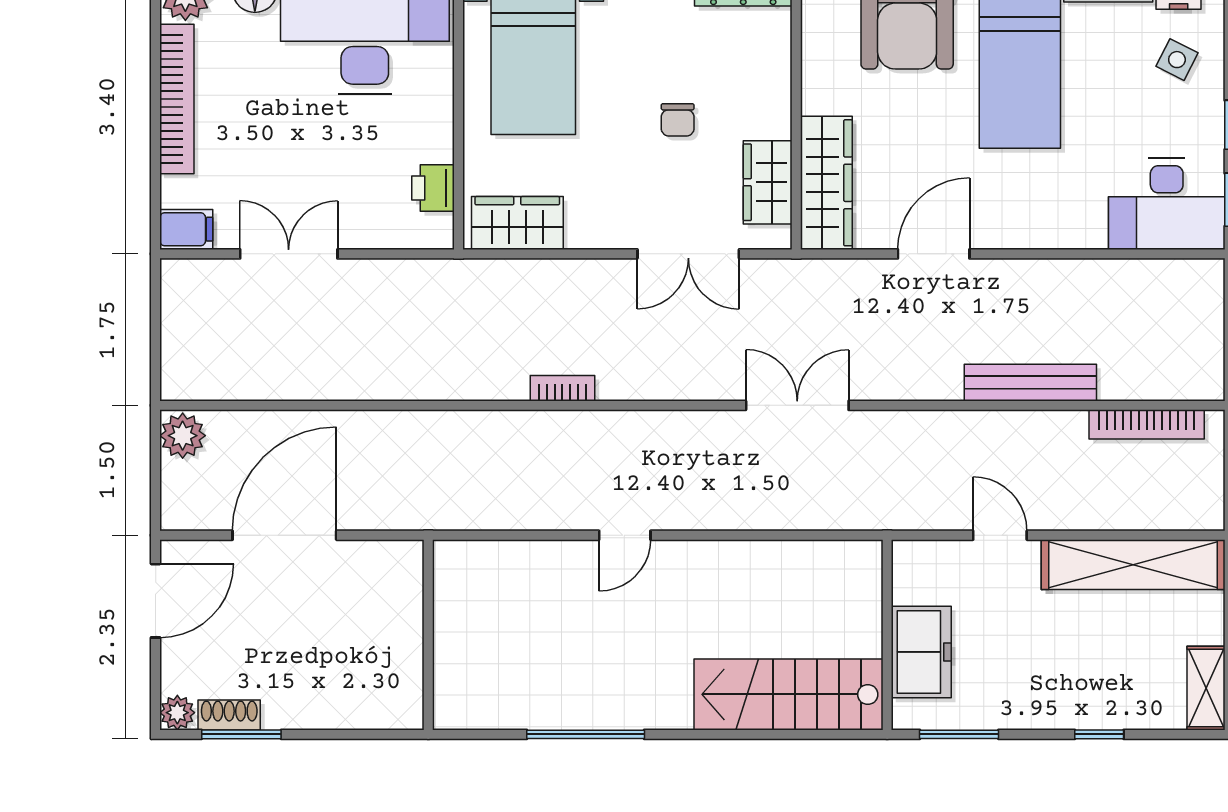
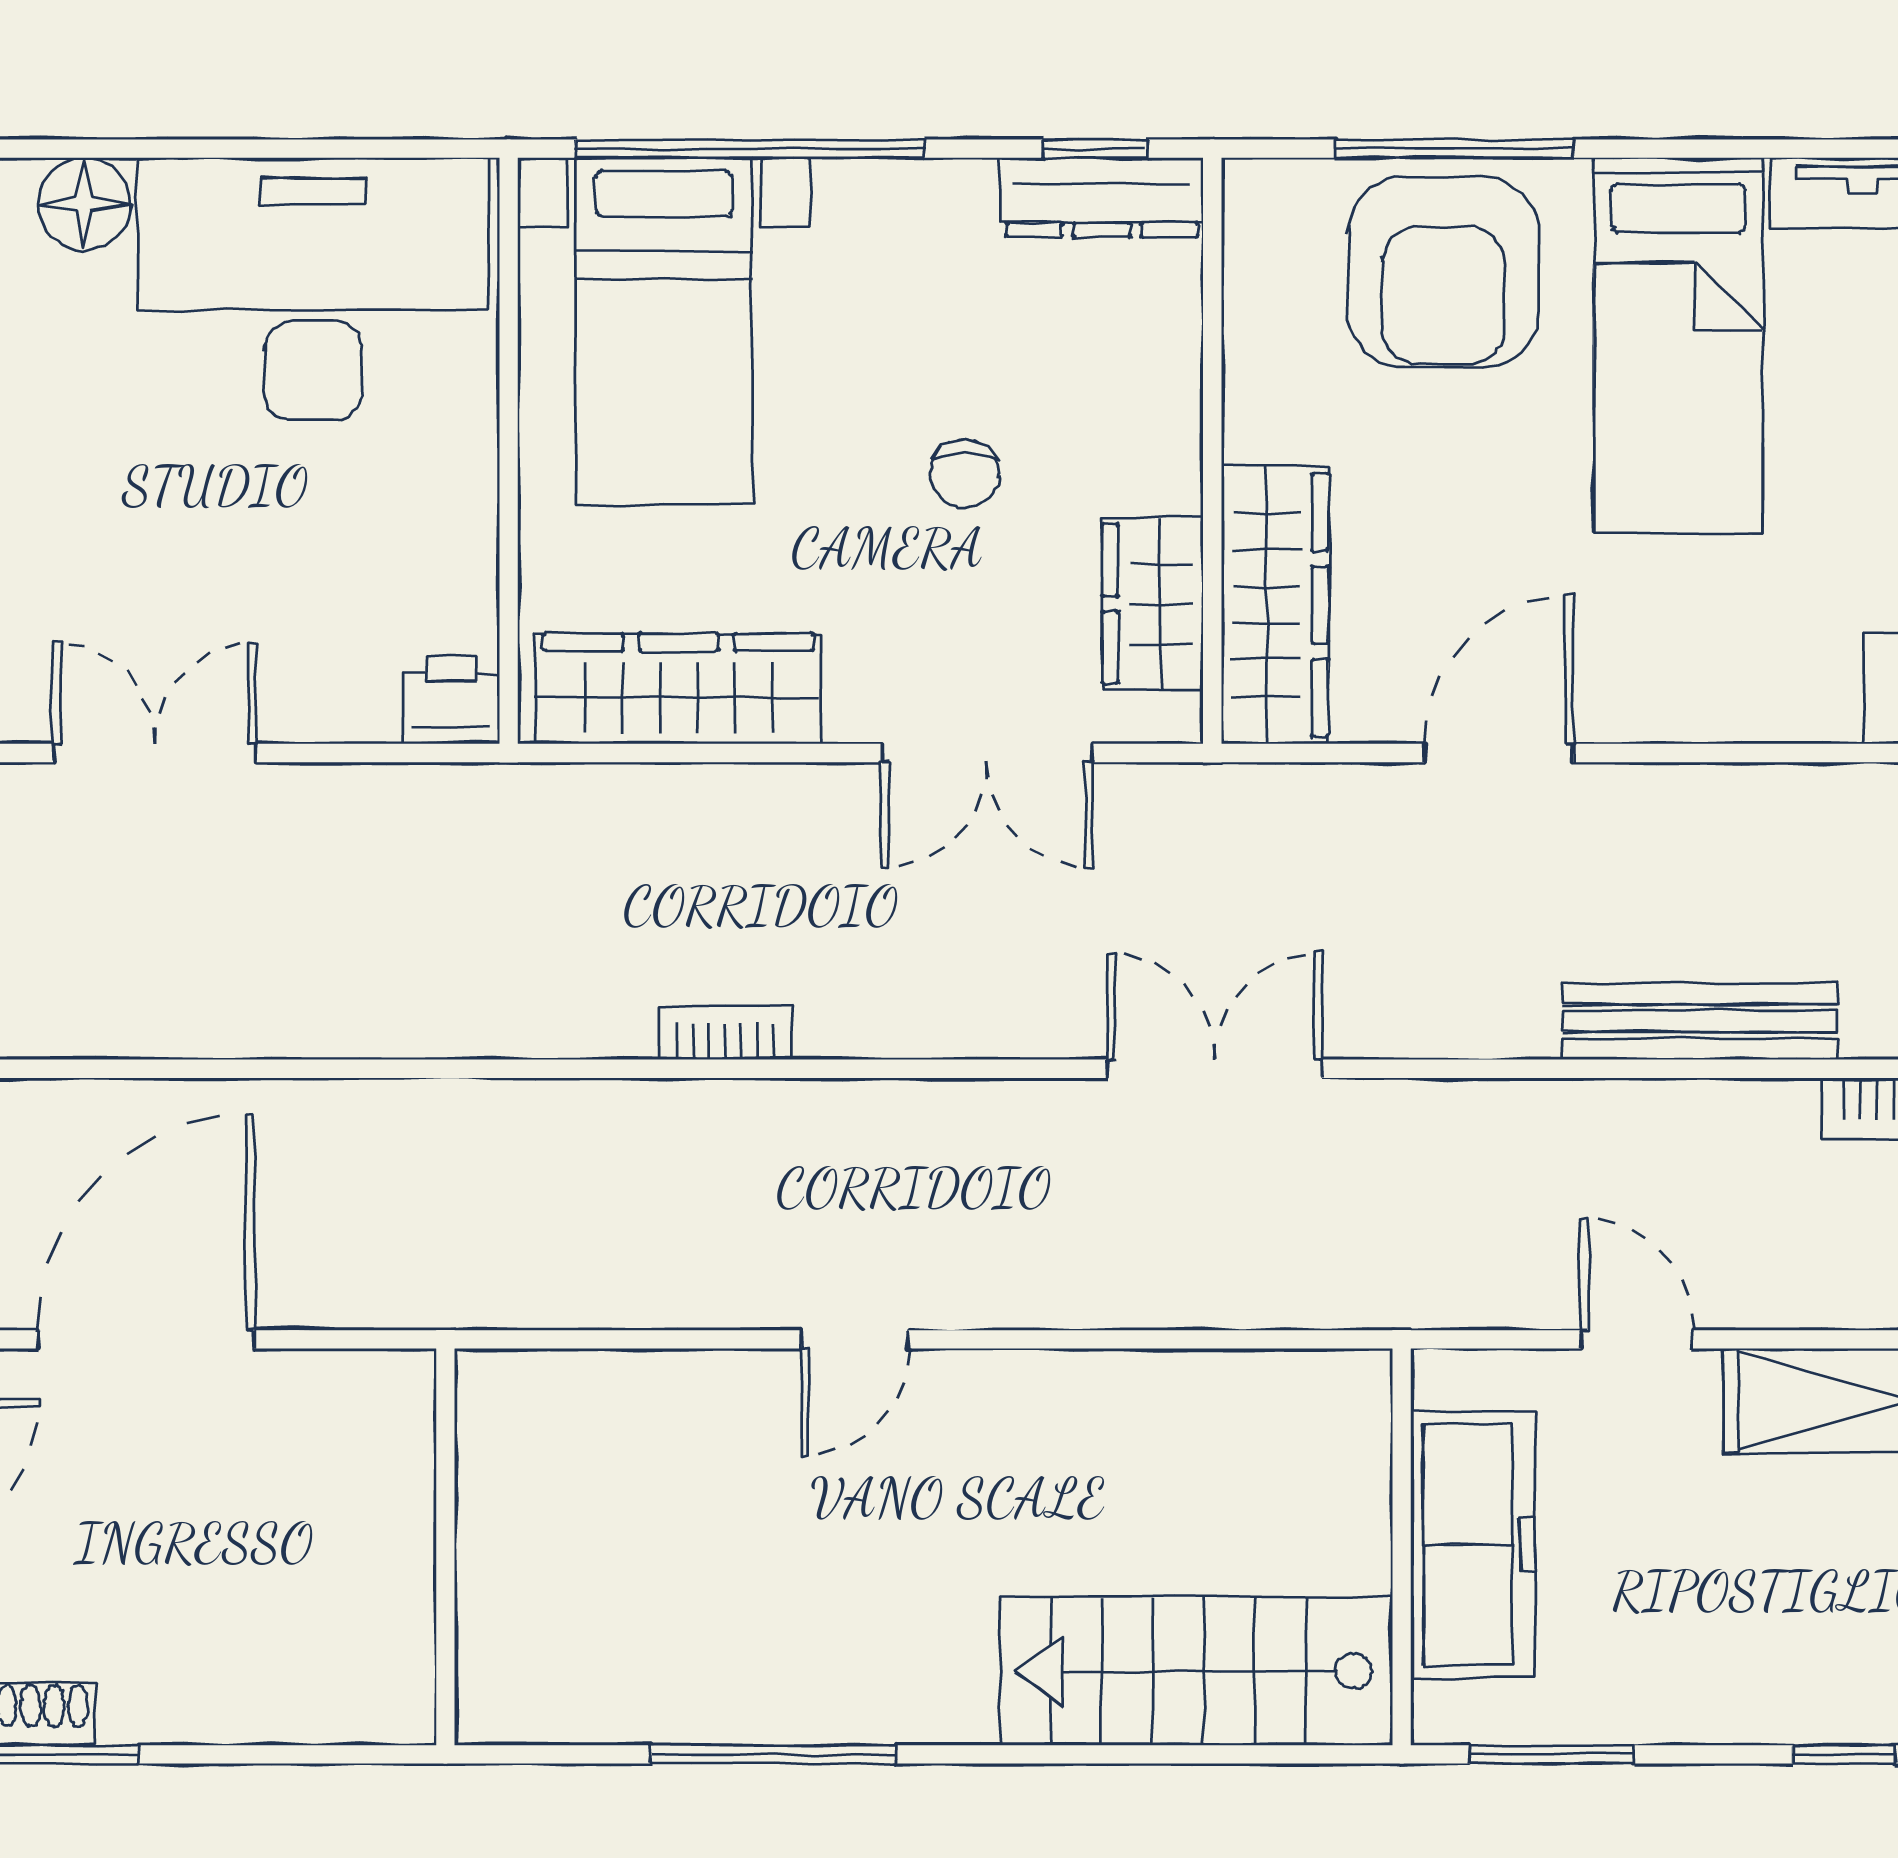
printer: (433, 188) -> (451, 700), moved, turned 90
wardrobe: (517, 223) -> (679, 689), width x1.50
freezer: (921, 652) -> (1473, 1544), width x1.40

